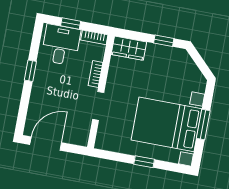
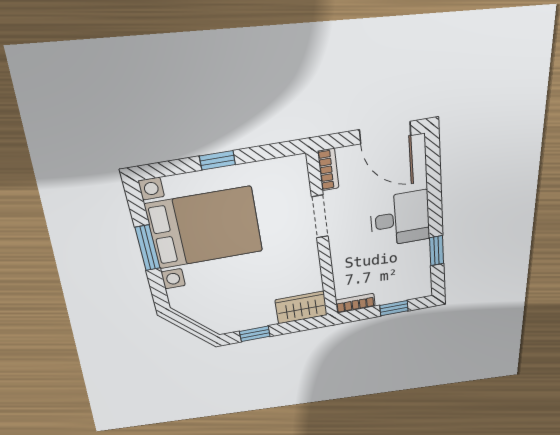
desk: (61, 45) -> (400, 219), moved, turned -90
window: (30, 71) -> (437, 251), moved
bookcase: (95, 74) -> (328, 170), moved
door: (46, 144) -> (385, 133), hinge flipped

